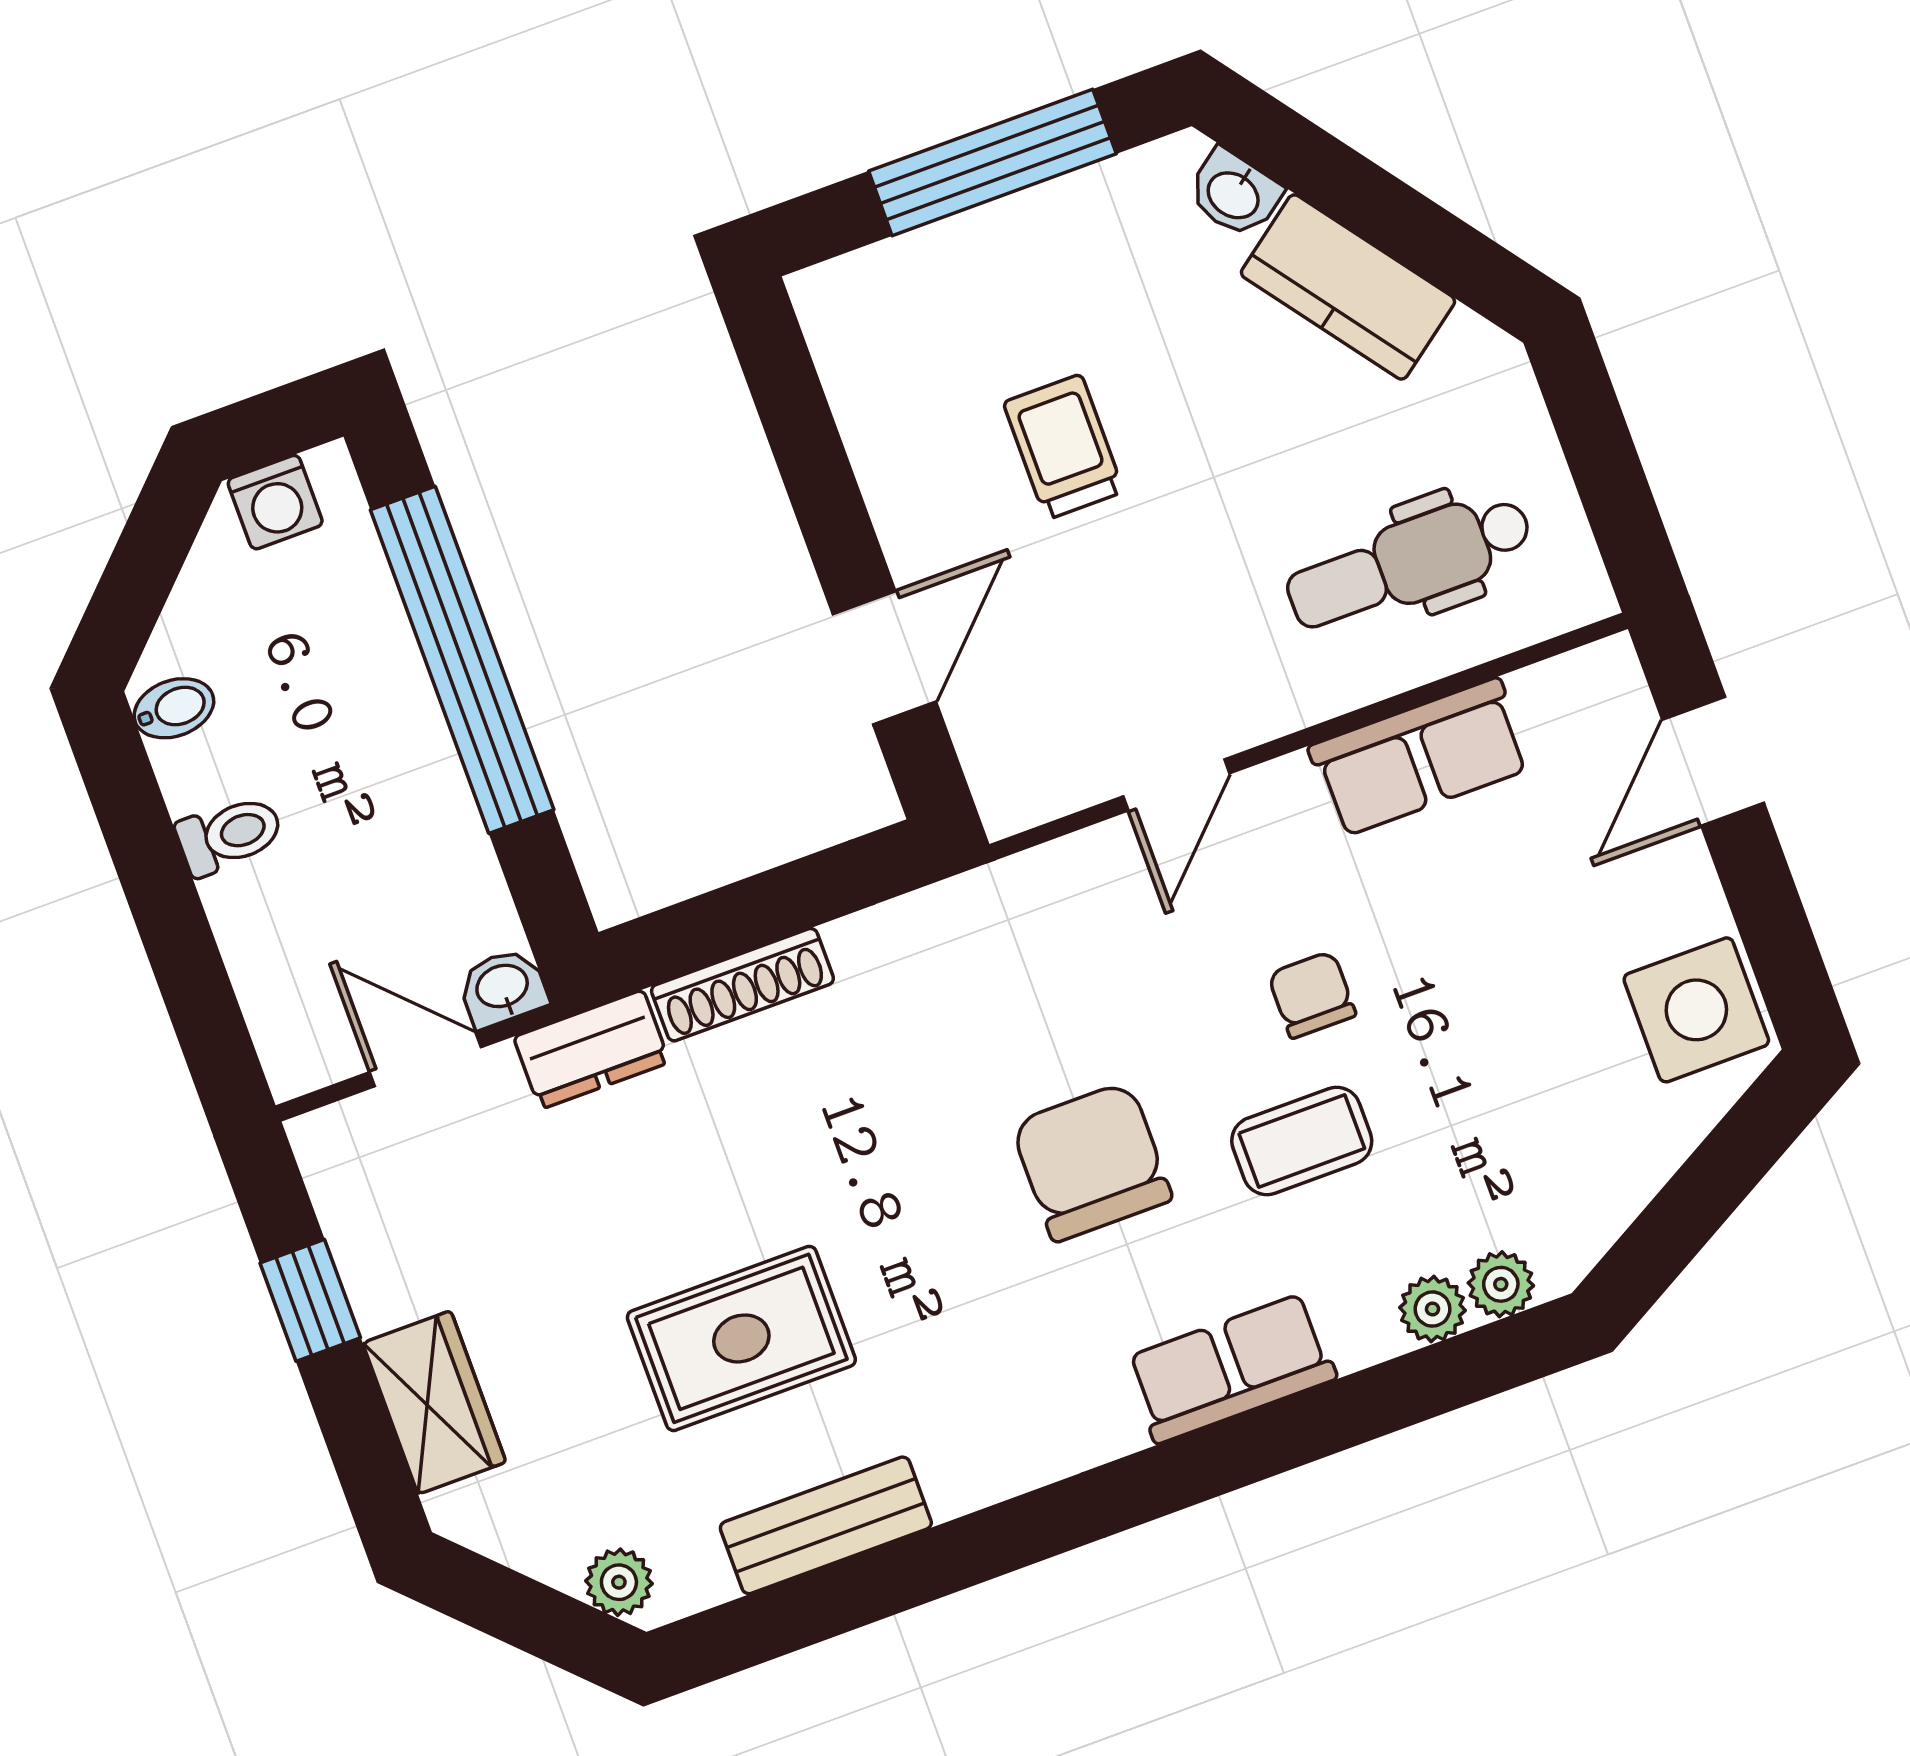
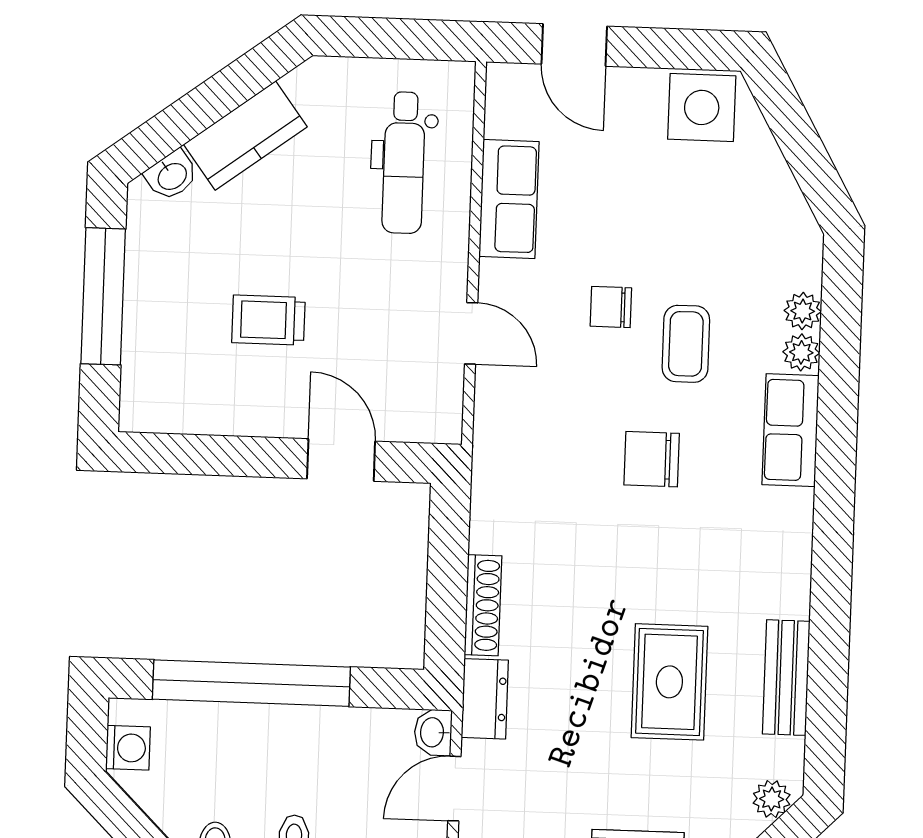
chair: (1092, 1162) -> (652, 459), width x0.73, depth x0.73
plant: (1501, 1284) -> (801, 352), moved

